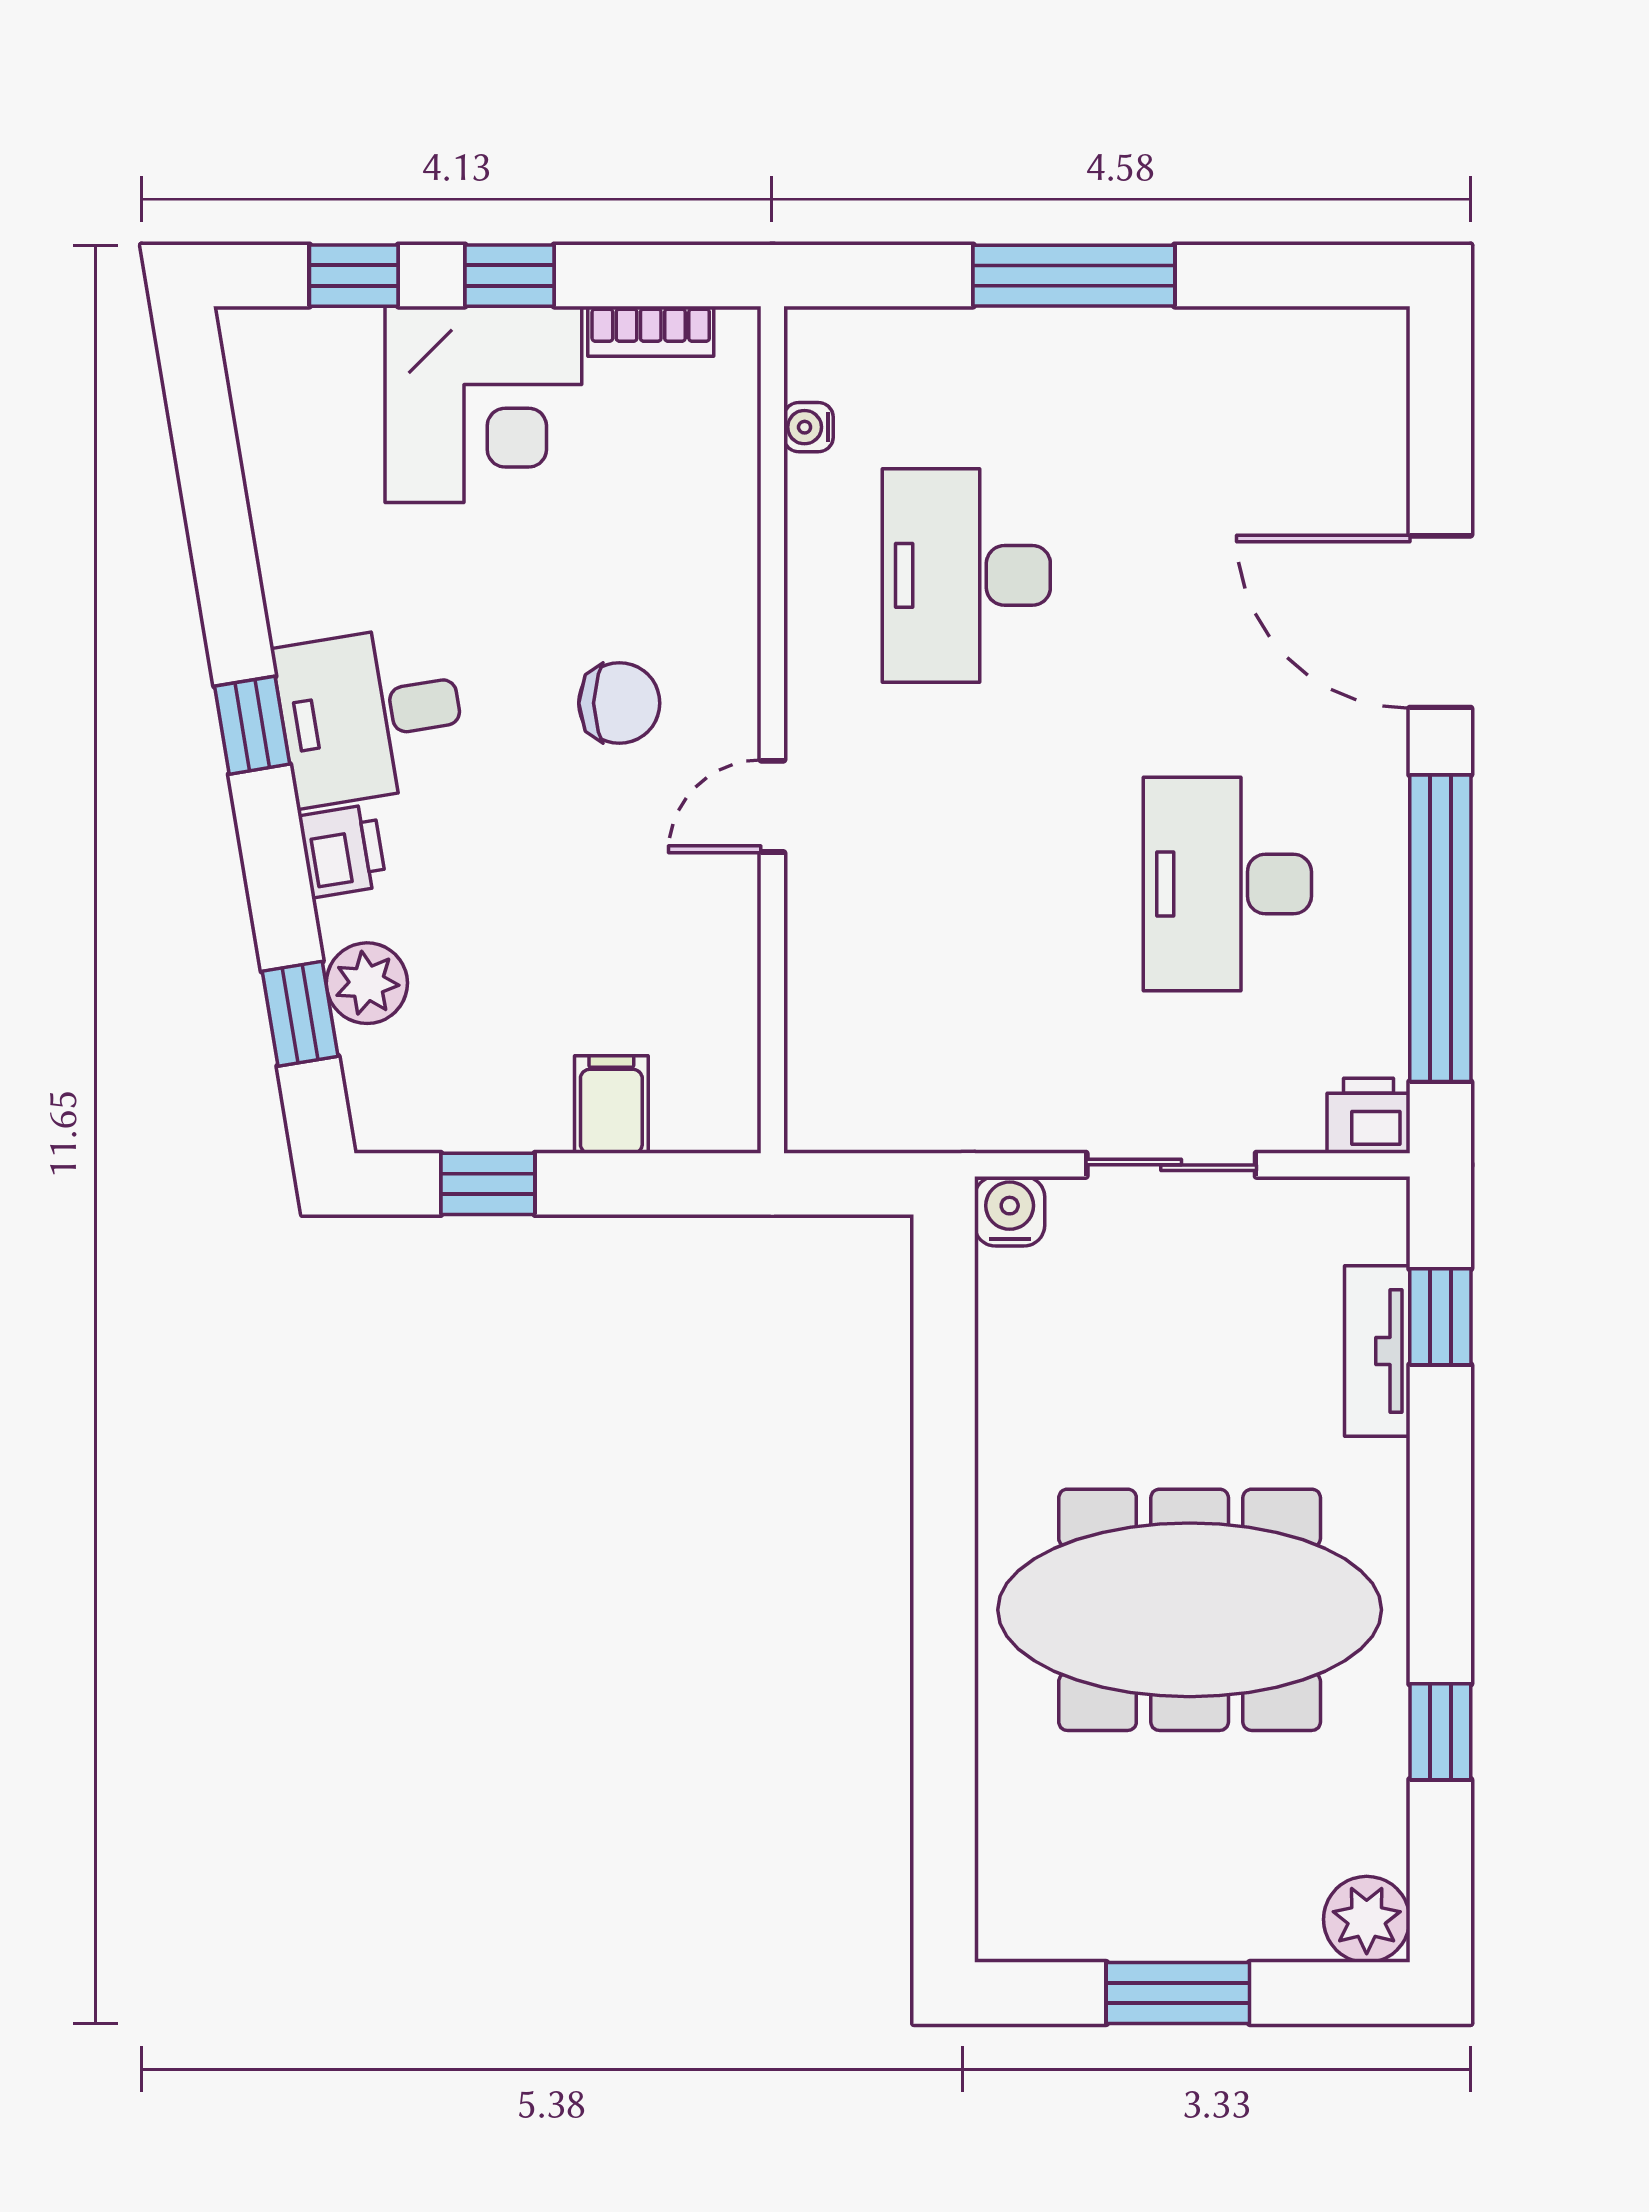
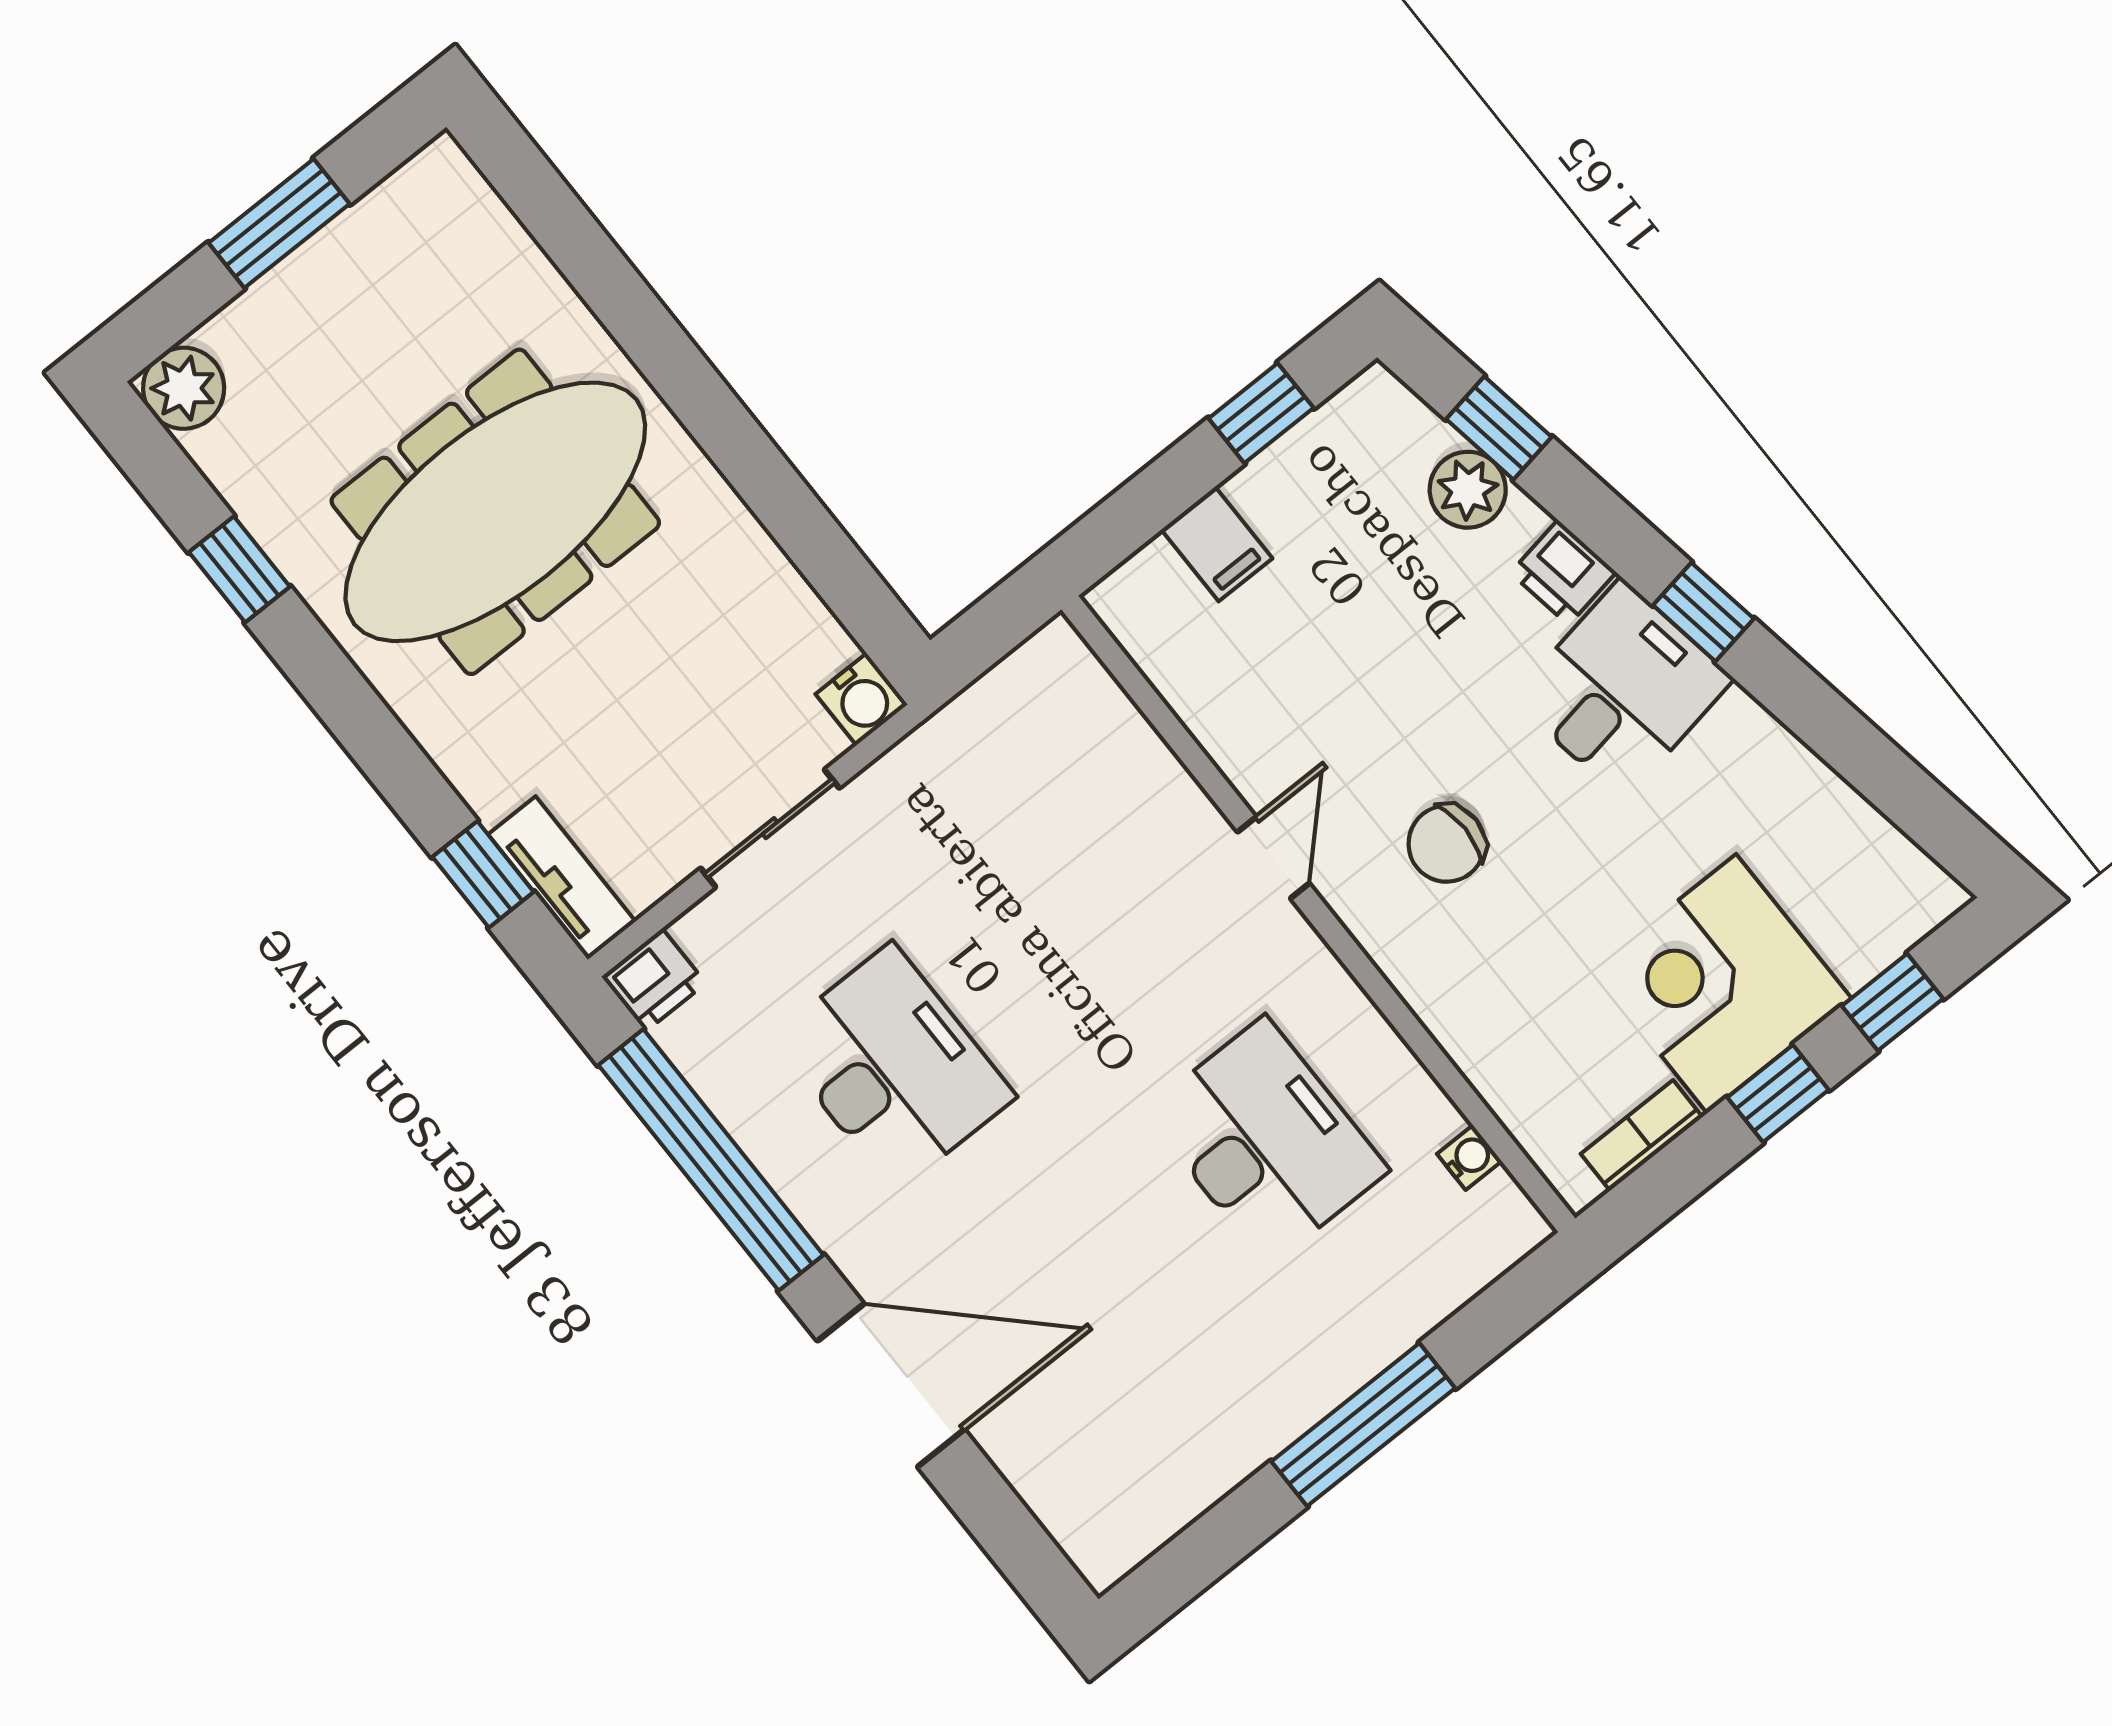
tv unit: (1377, 1351) -> (562, 878), moved

